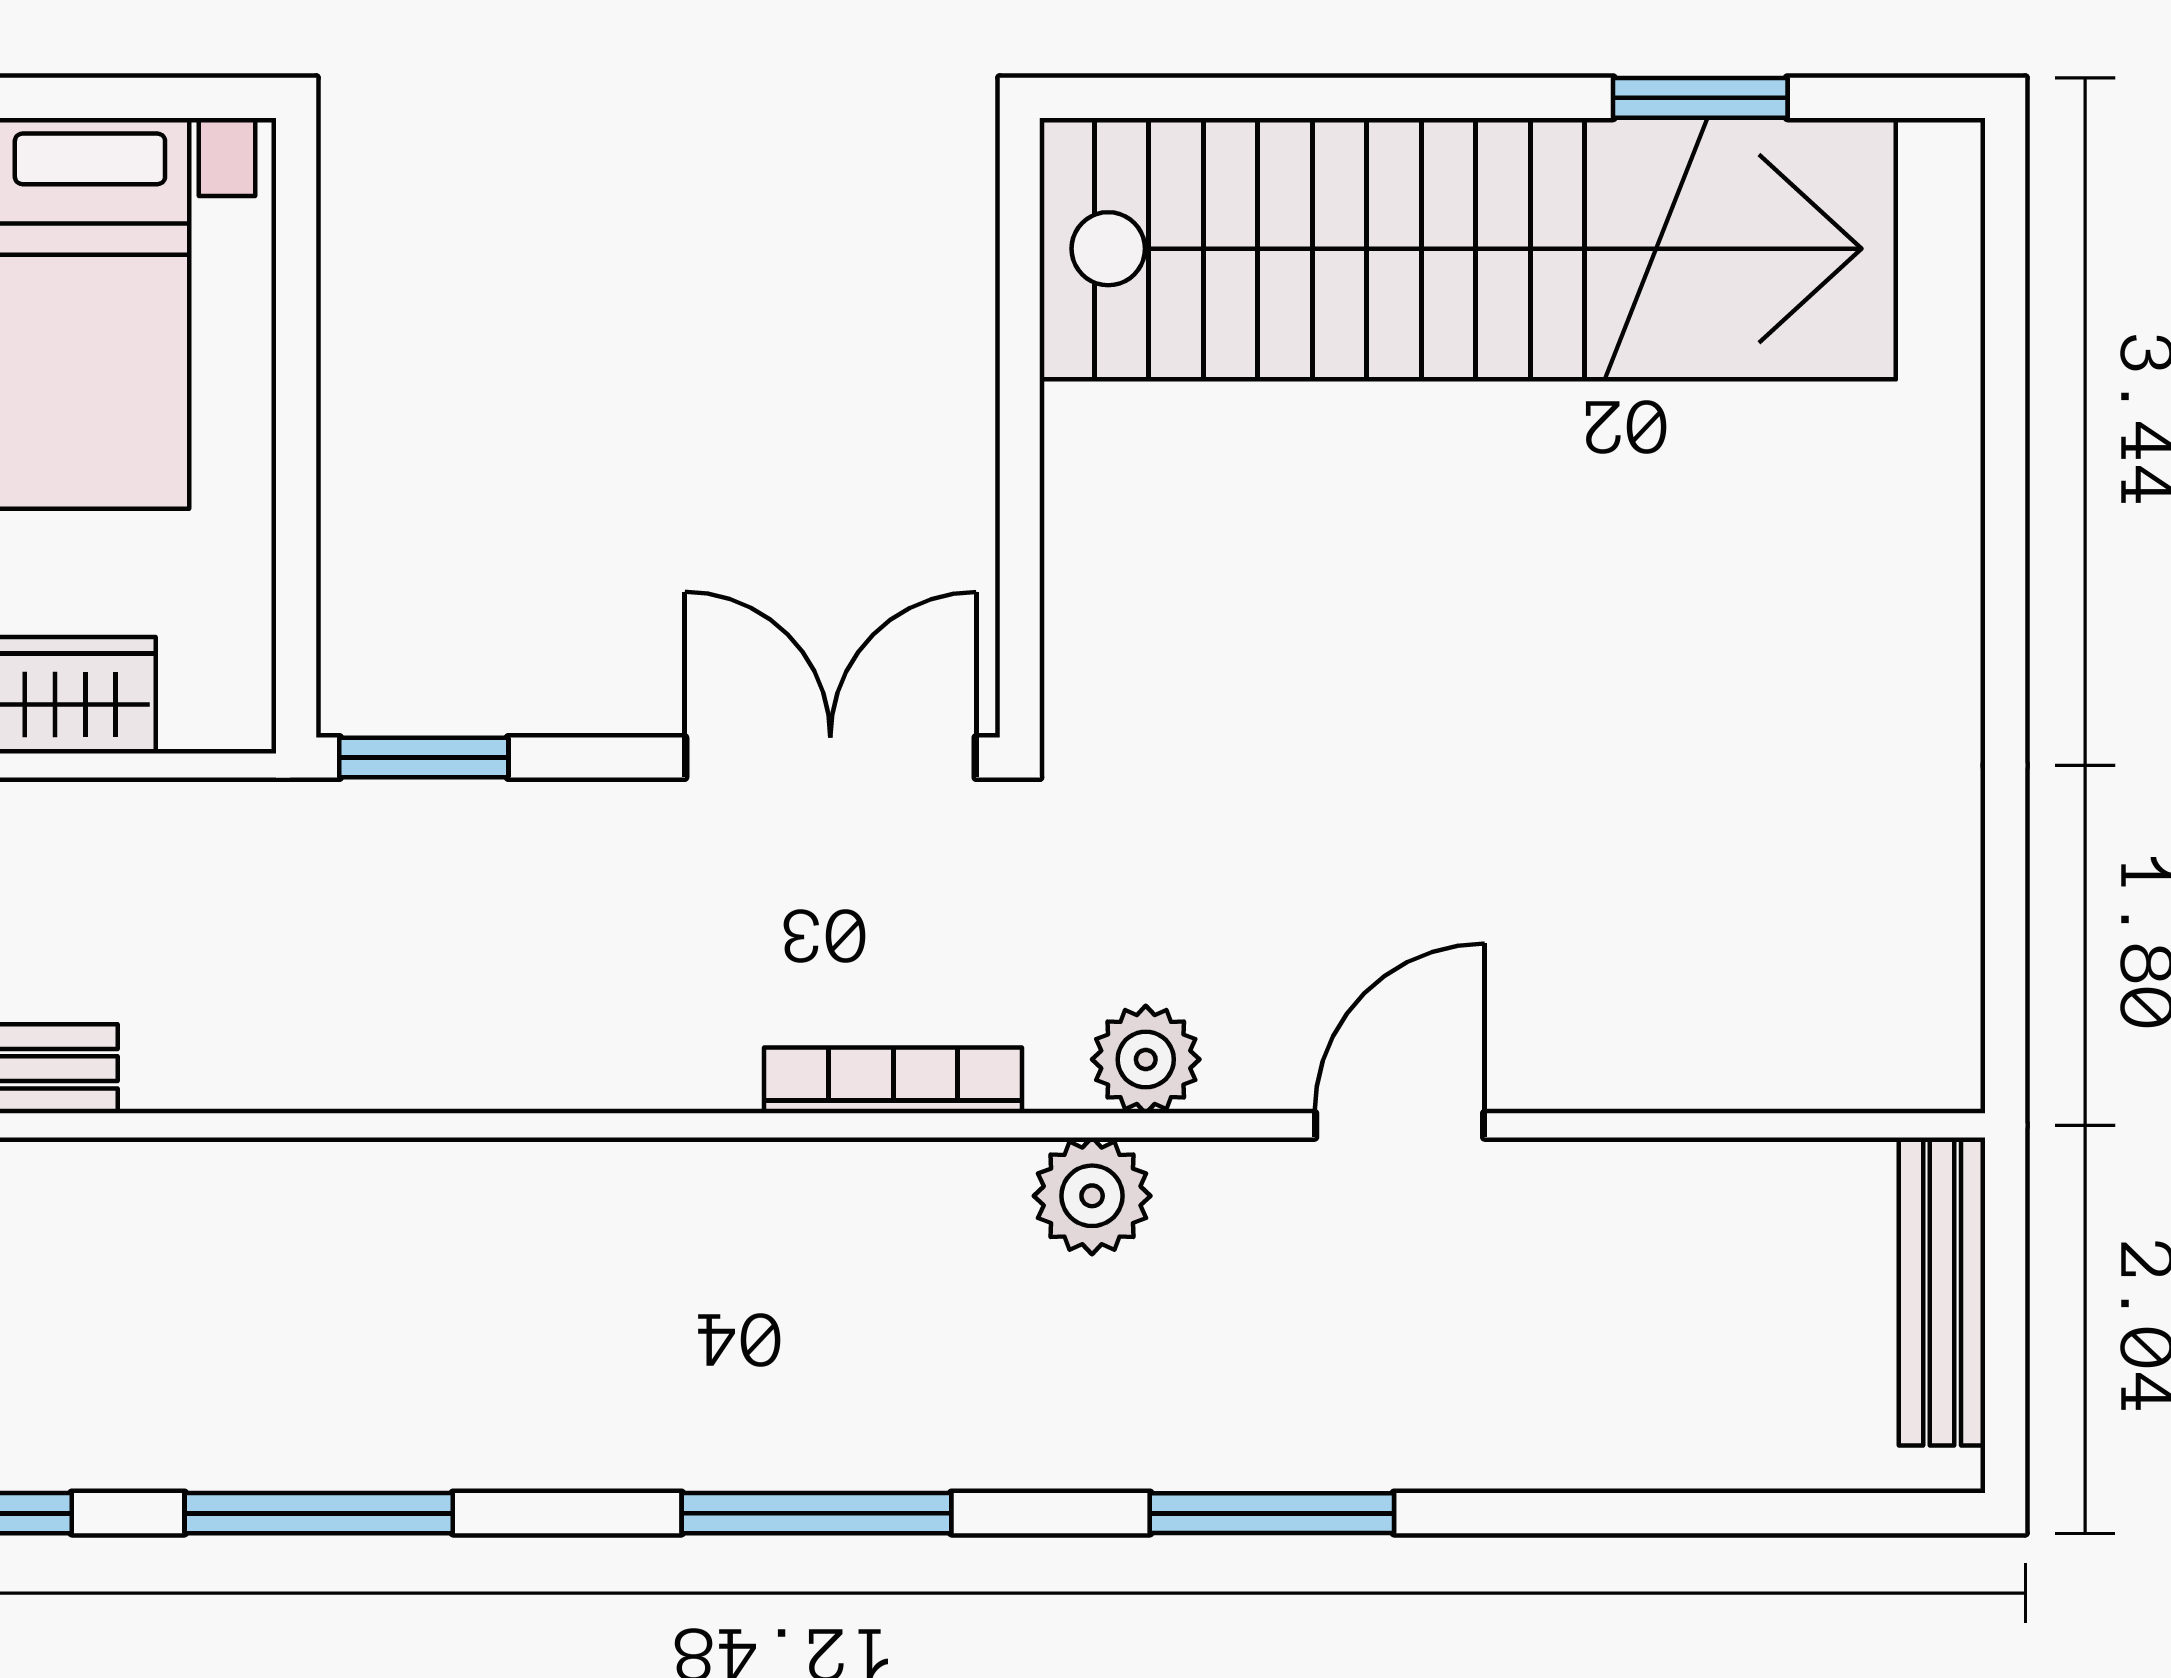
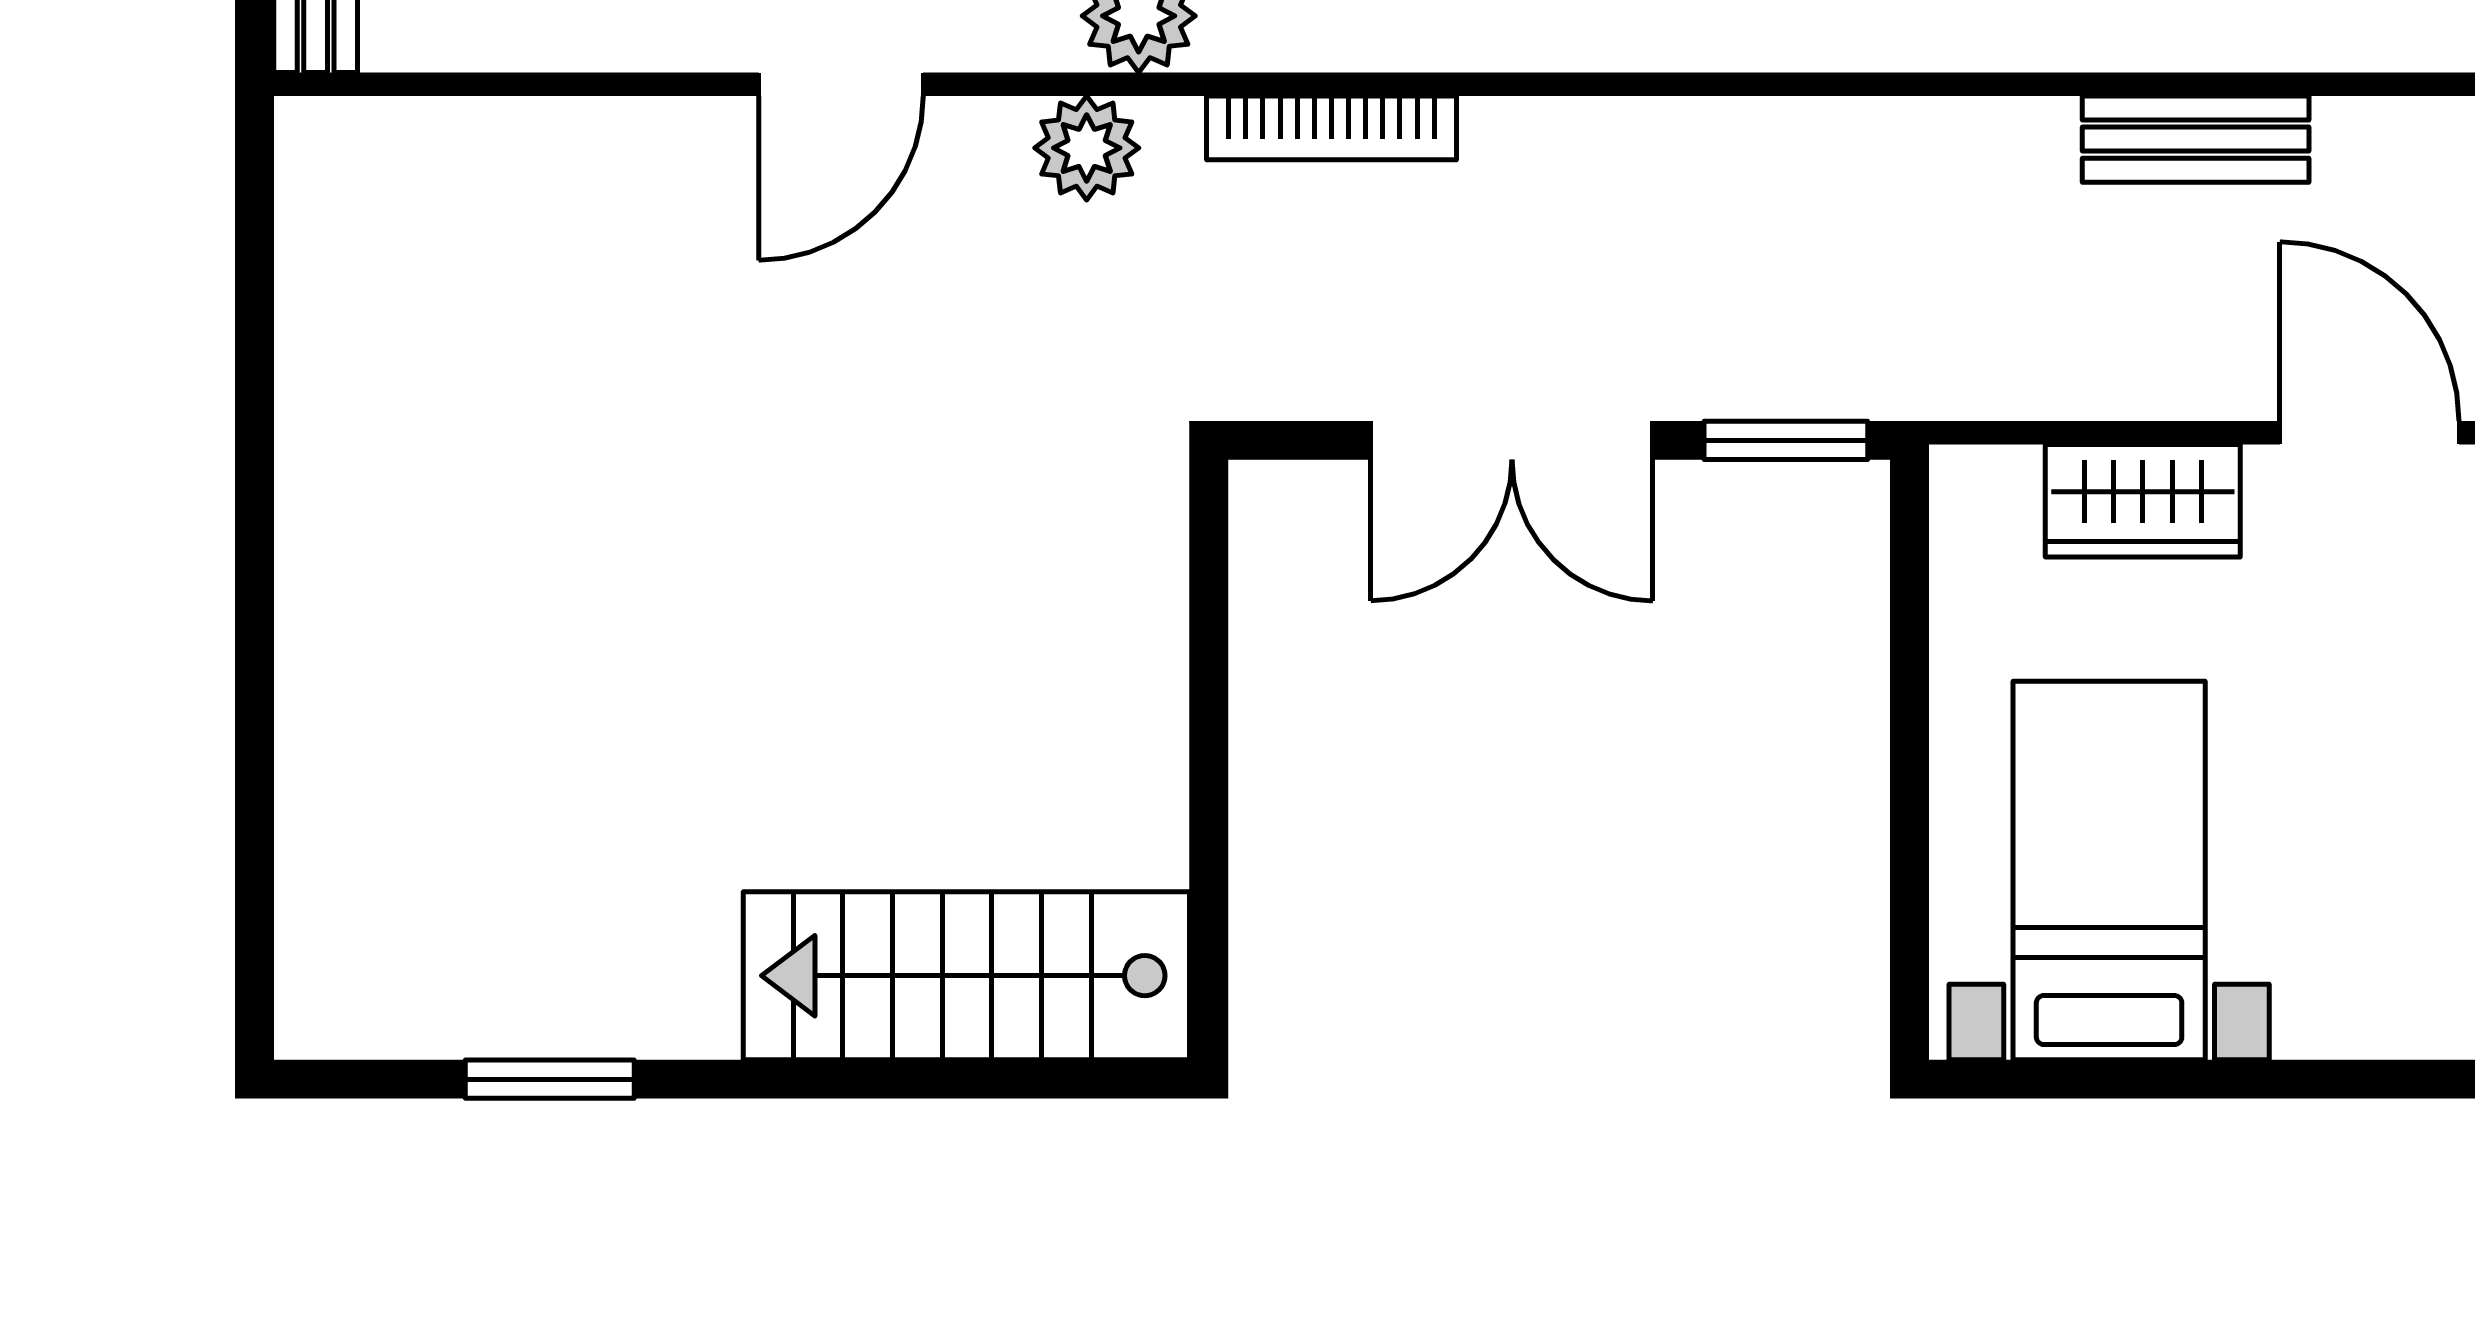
stairs: (1468, 249) -> (966, 976), width x0.54, depth x0.66
double door: (830, 758) -> (1512, 440), moved

